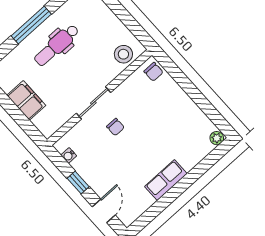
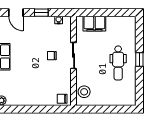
window: (31, 25) -> (139, 59), width x0.46
dental chair: (57, 45) -> (118, 63), turned 180
filing cabinet: (26, 100) -> (94, 24), moved

